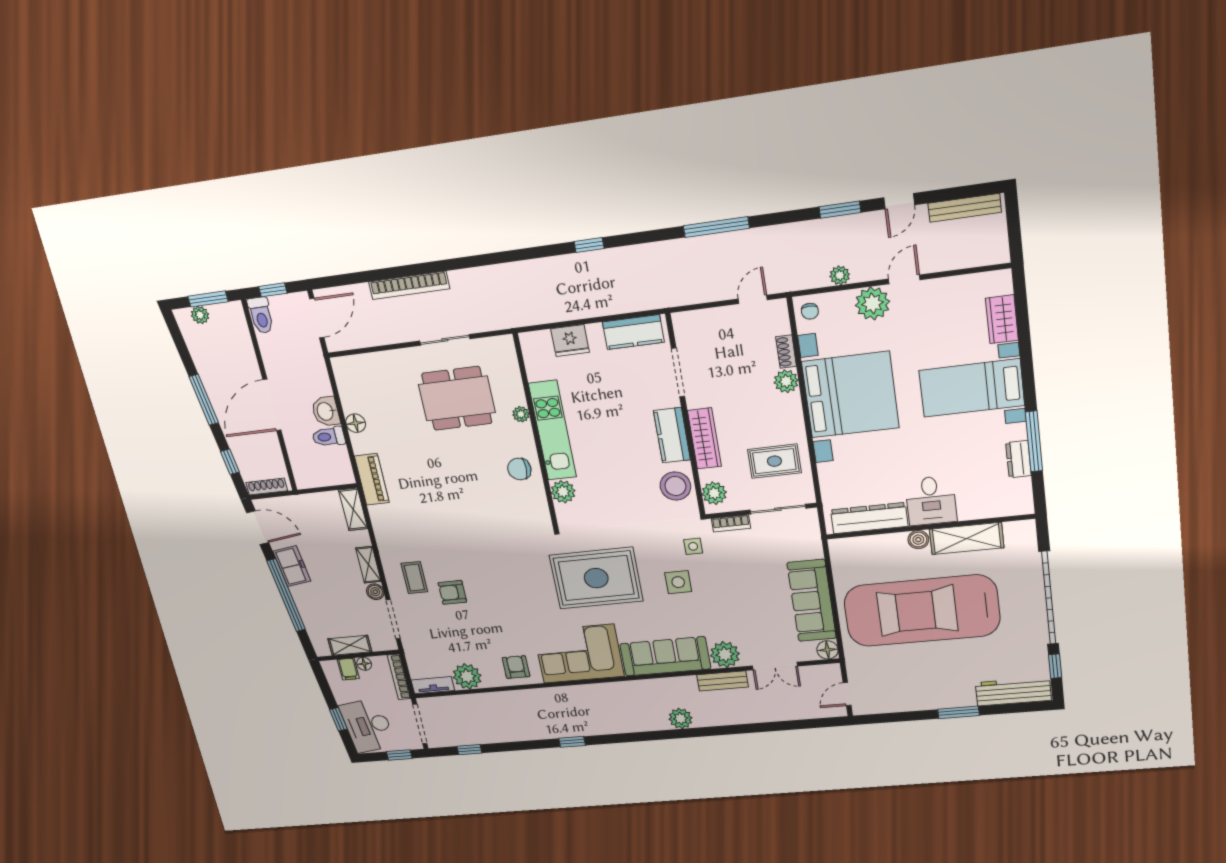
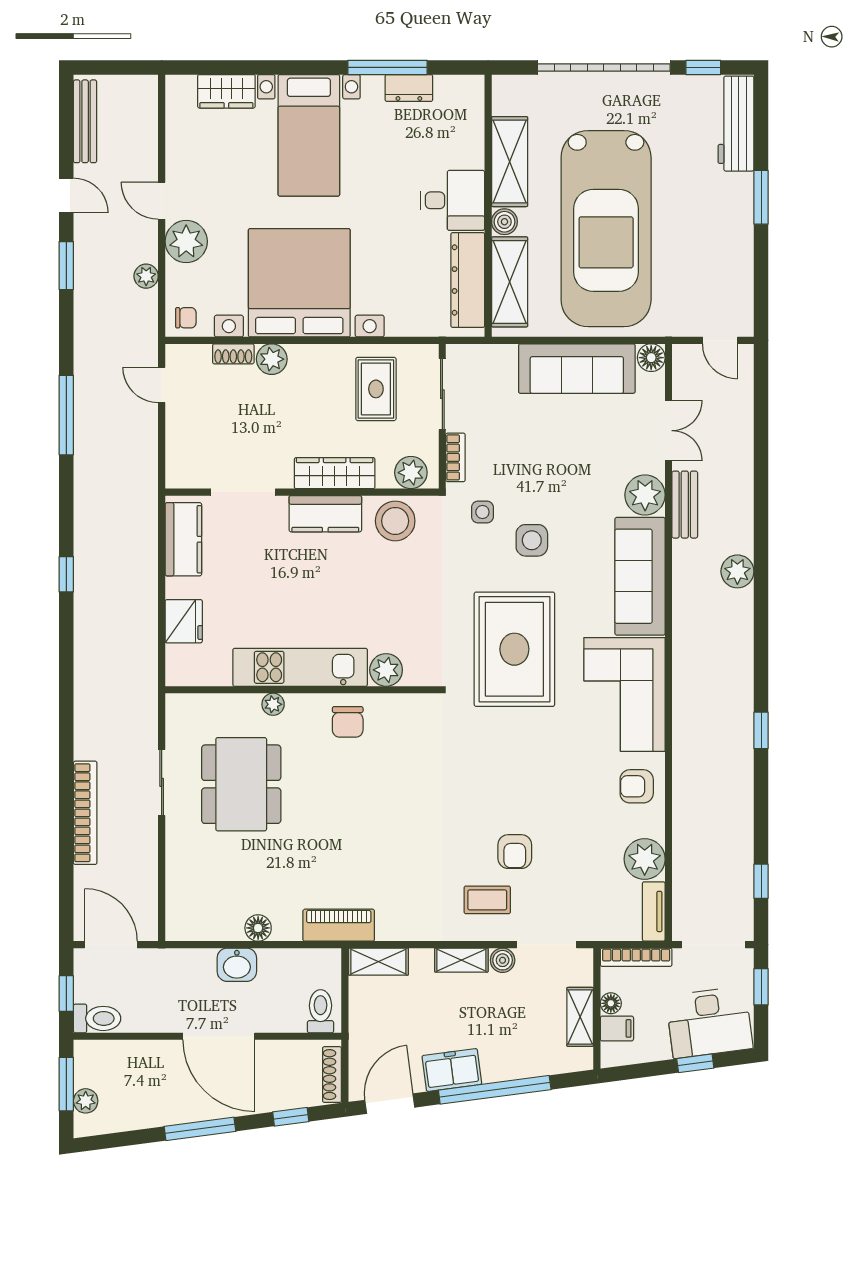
toilet: (329, 437) -> (321, 1011), moved, turned 180
shelving: (872, 548) -> (510, 282), added

